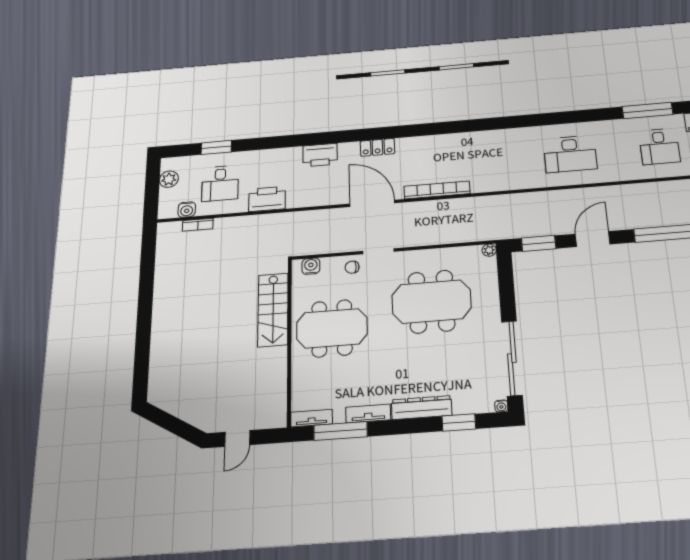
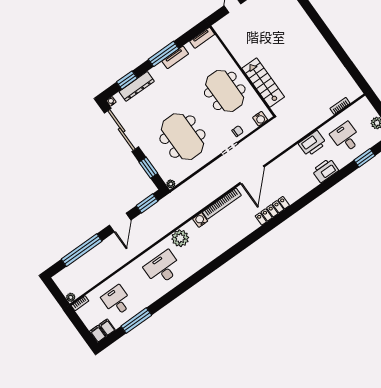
locker: (377, 147) -> (272, 211), width x1.53
printer: (320, 155) -> (325, 170), moved
plant: (522, 177) -> (180, 238), added
door: (372, 203) -> (252, 175), hinge flipped
water cooler: (187, 210) -> (200, 220), moved
window: (506, 287) -> (148, 168), added
meeting table: (431, 302) -> (182, 137), turned 90
meeting table: (332, 328) -> (225, 91), turned 90
dresser: (422, 408) -> (137, 86), moved
window: (341, 431) -> (164, 54), moved

